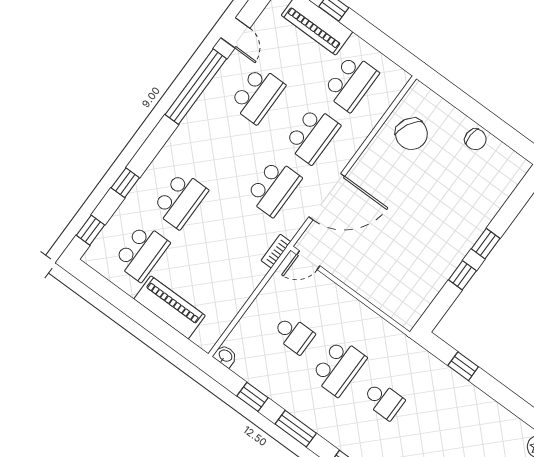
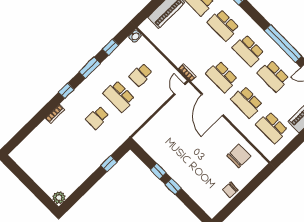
chair: (411, 134) -> (239, 156), turned 152
school desk: (219, 147) -> (248, 51), added

